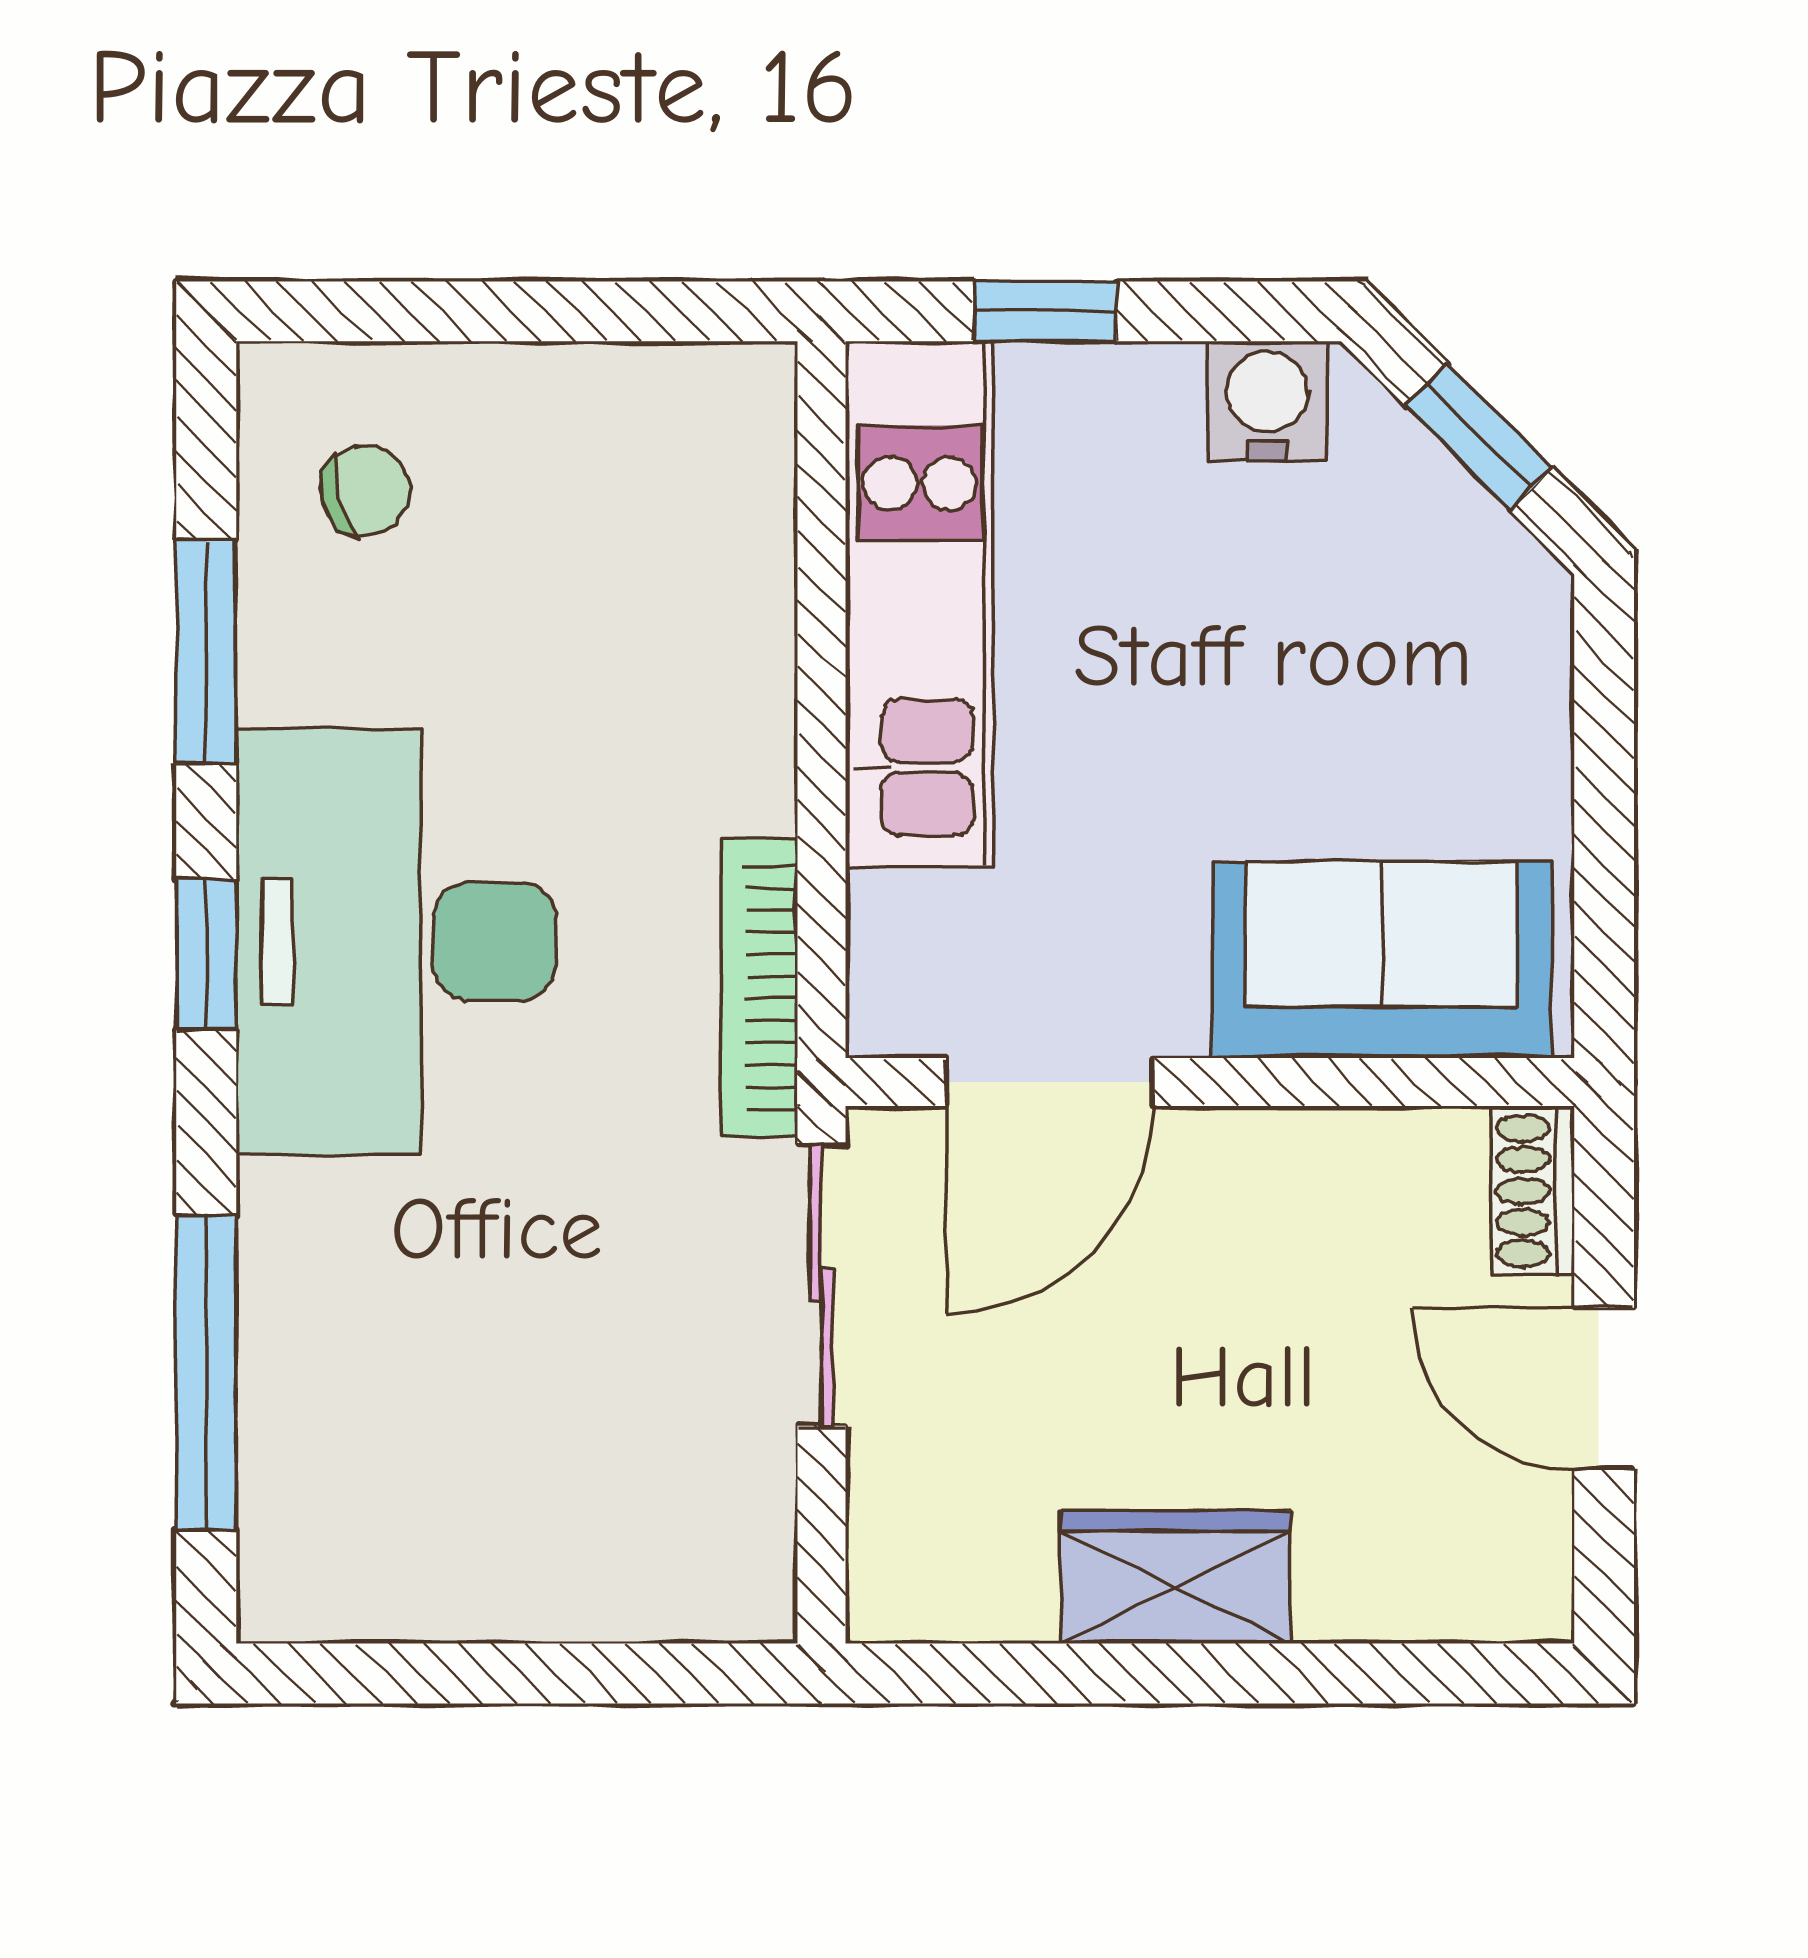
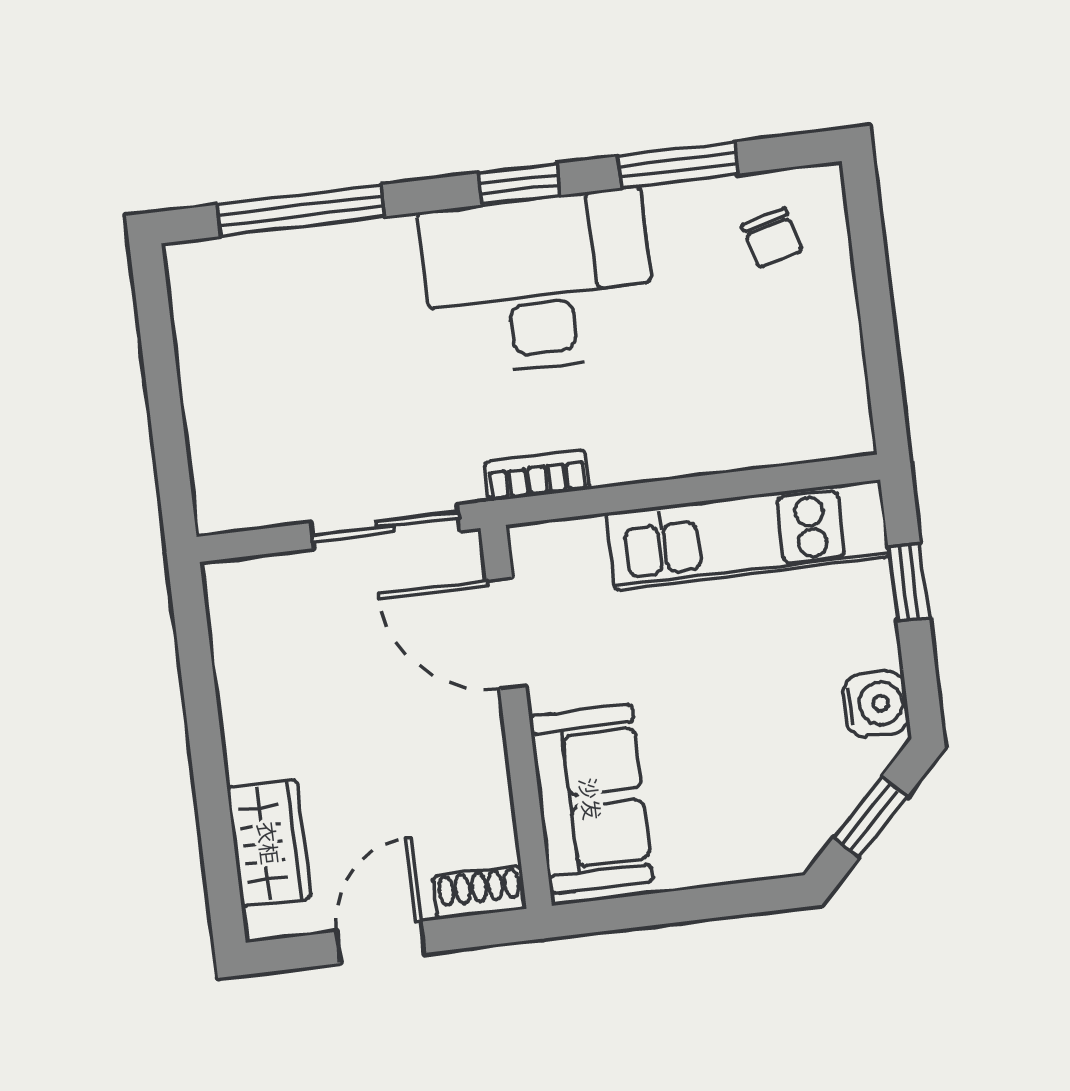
bookcase: (759, 988) -> (537, 475), width x0.64
wardrobe: (1175, 1577) -> (269, 843), moved

